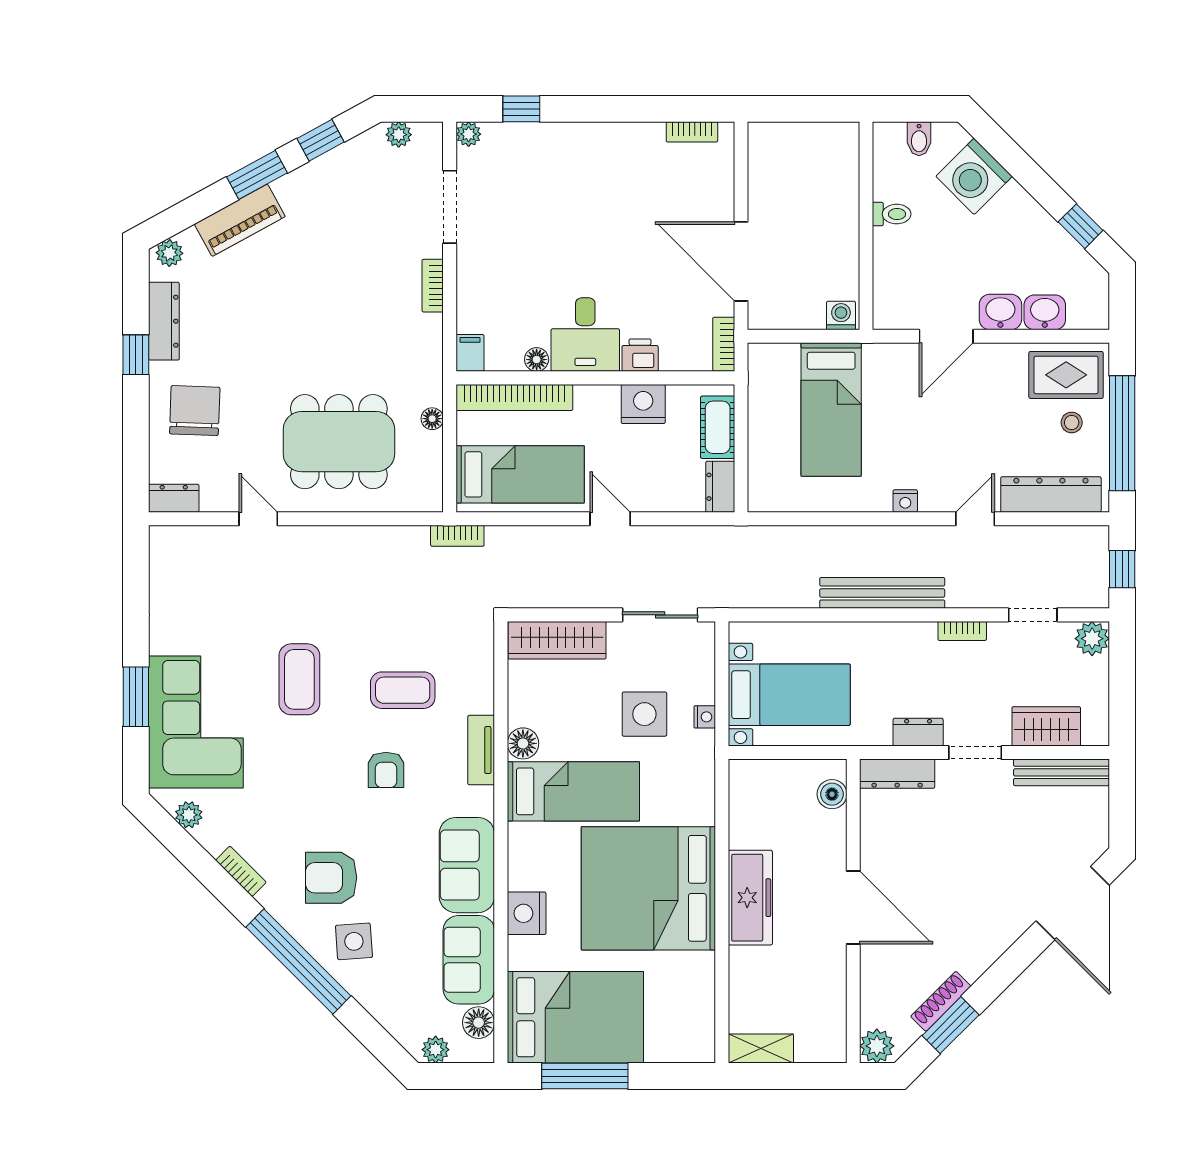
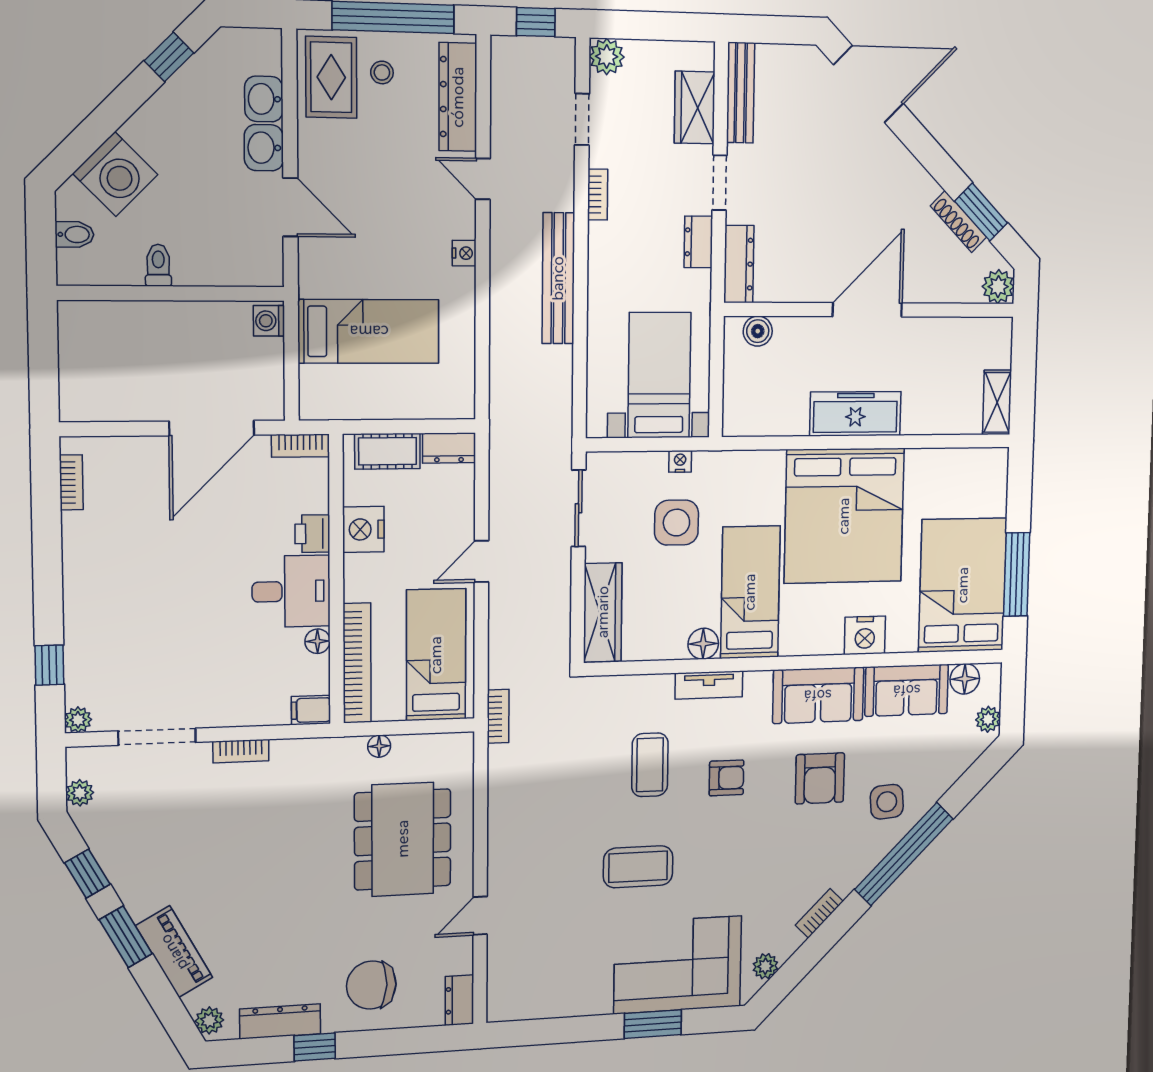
armchair: (331, 878) -> (820, 778), moved

